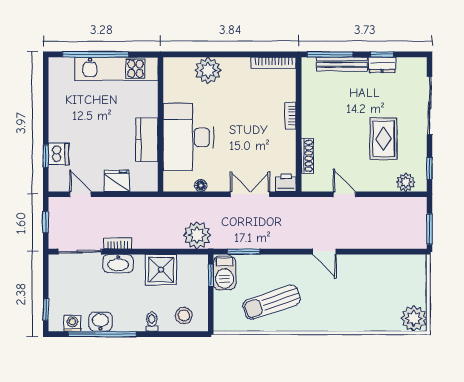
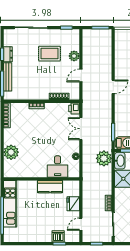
desk: (188, 137) -> (58, 167), width x0.53, depth x0.77
plant: (406, 182) -> (74, 56), moved
washbasin: (118, 264) -> (120, 161), moved

